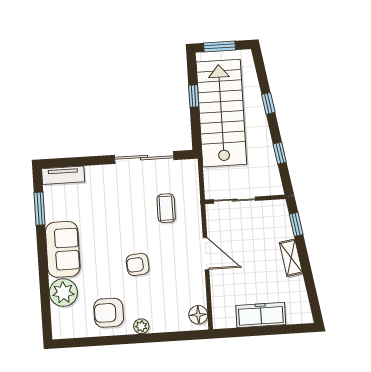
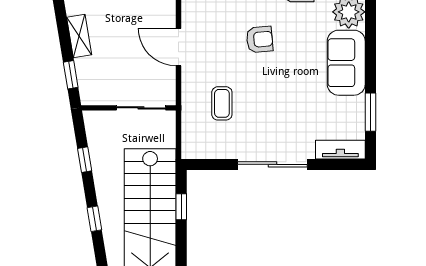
window: (194, 96) -> (181, 207), moved
sliding door: (144, 158) -> (272, 164), moved

